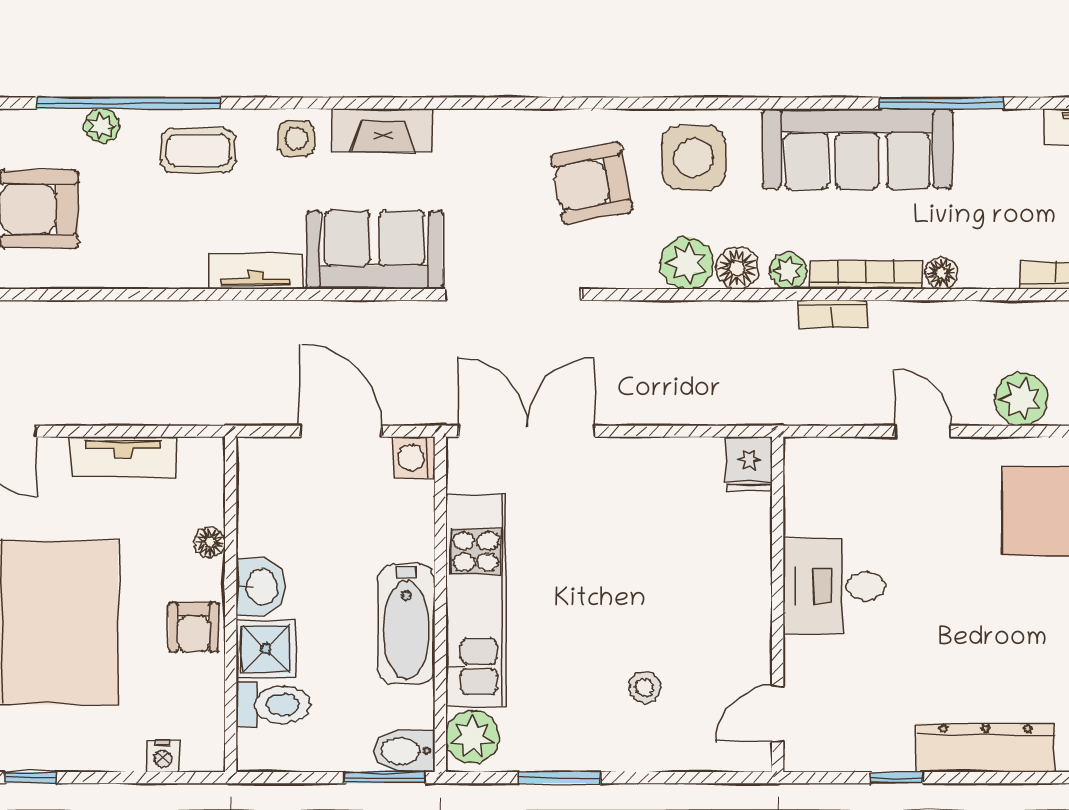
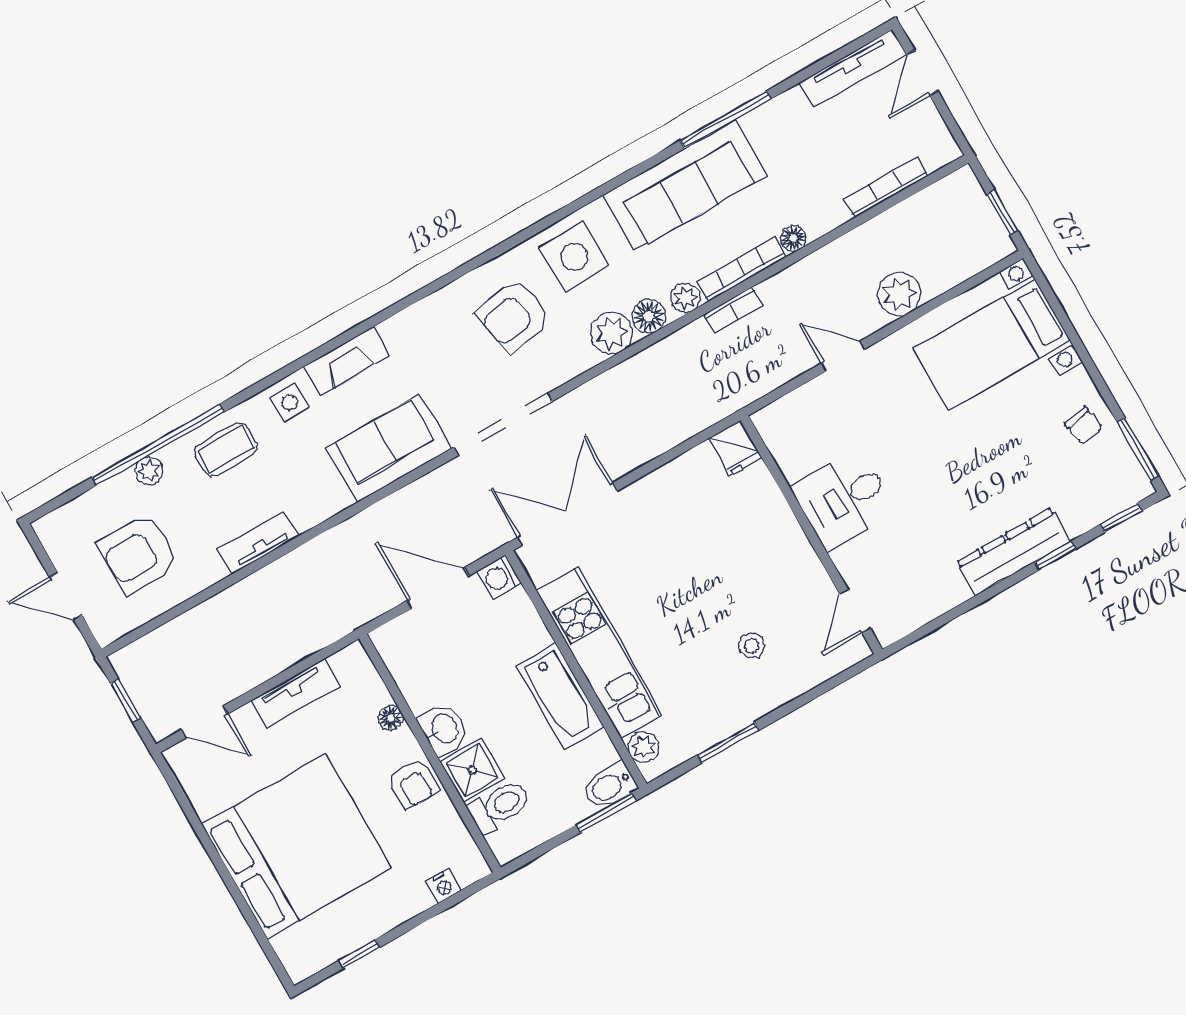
tv unit: (256, 271) -> (258, 543), moved
plant: (472, 737) -> (643, 747), width x0.73, depth x0.73
window: (897, 778) -> (1055, 555), moved

